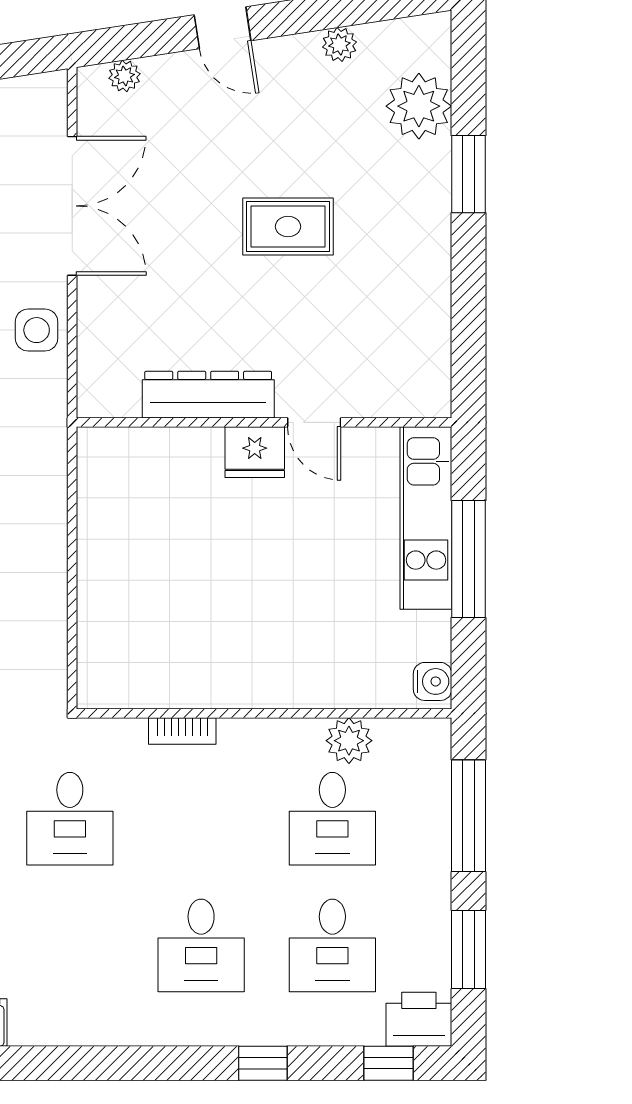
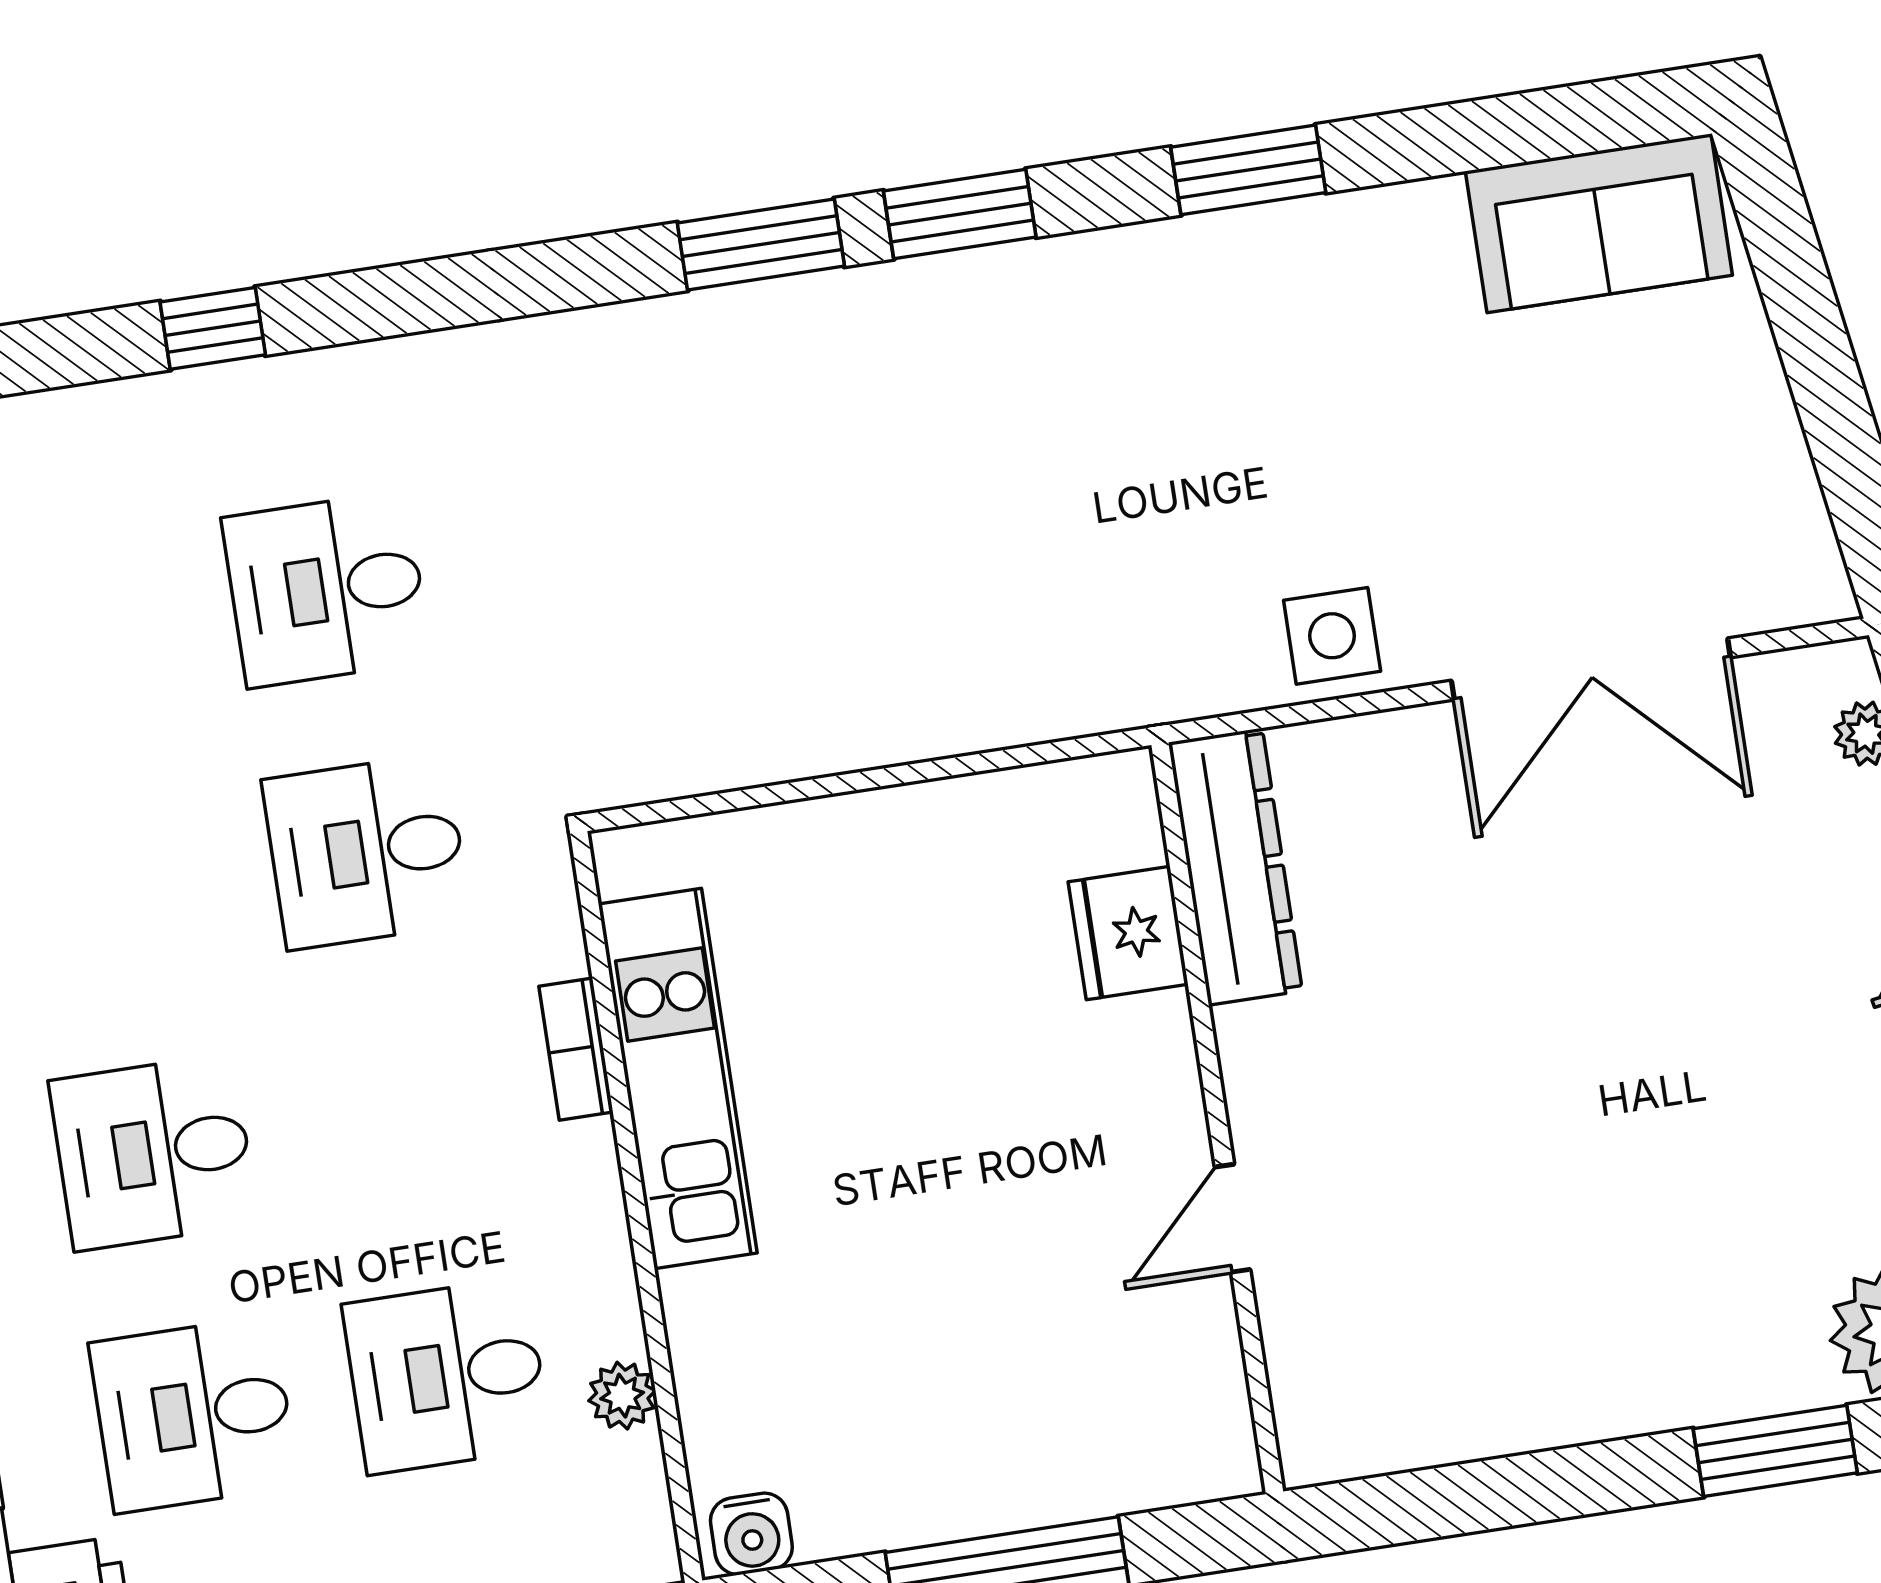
rug: (288, 227) -> (1616, 1106), removed
dresser: (208, 395) -> (1235, 867), moved
fridge: (255, 452) -> (1128, 933), moved
kitchen unit: (426, 518) -> (678, 1078), moved, turned 90
plant: (349, 741) -> (622, 1396), width x0.73, depth x0.73

